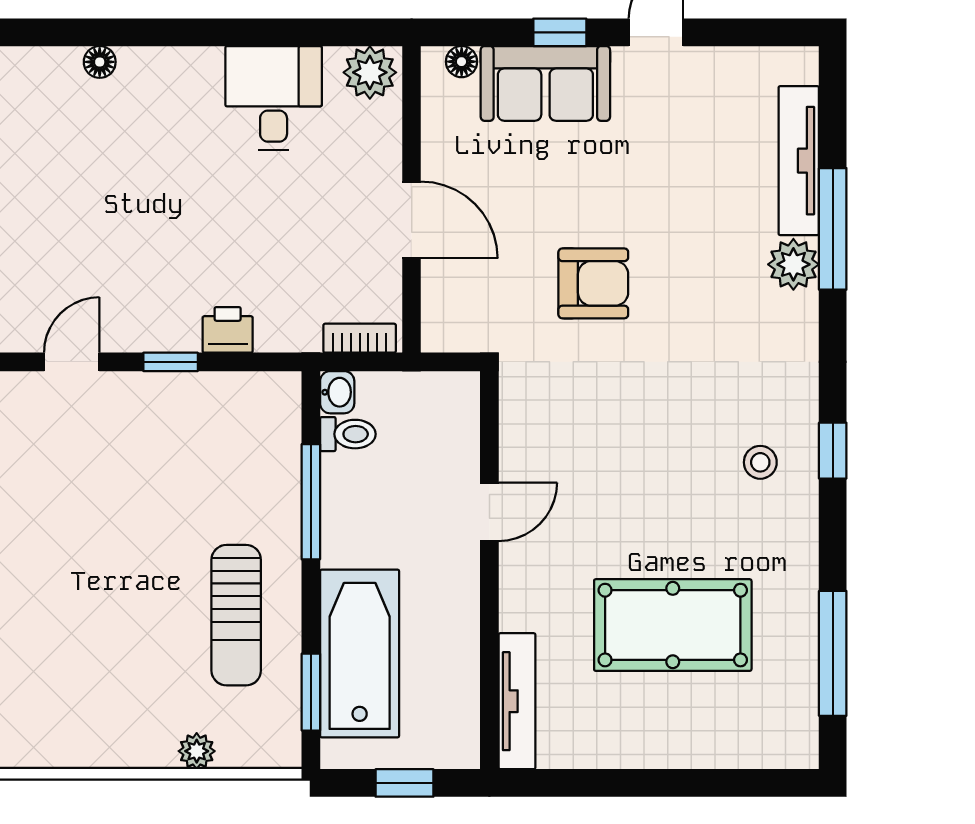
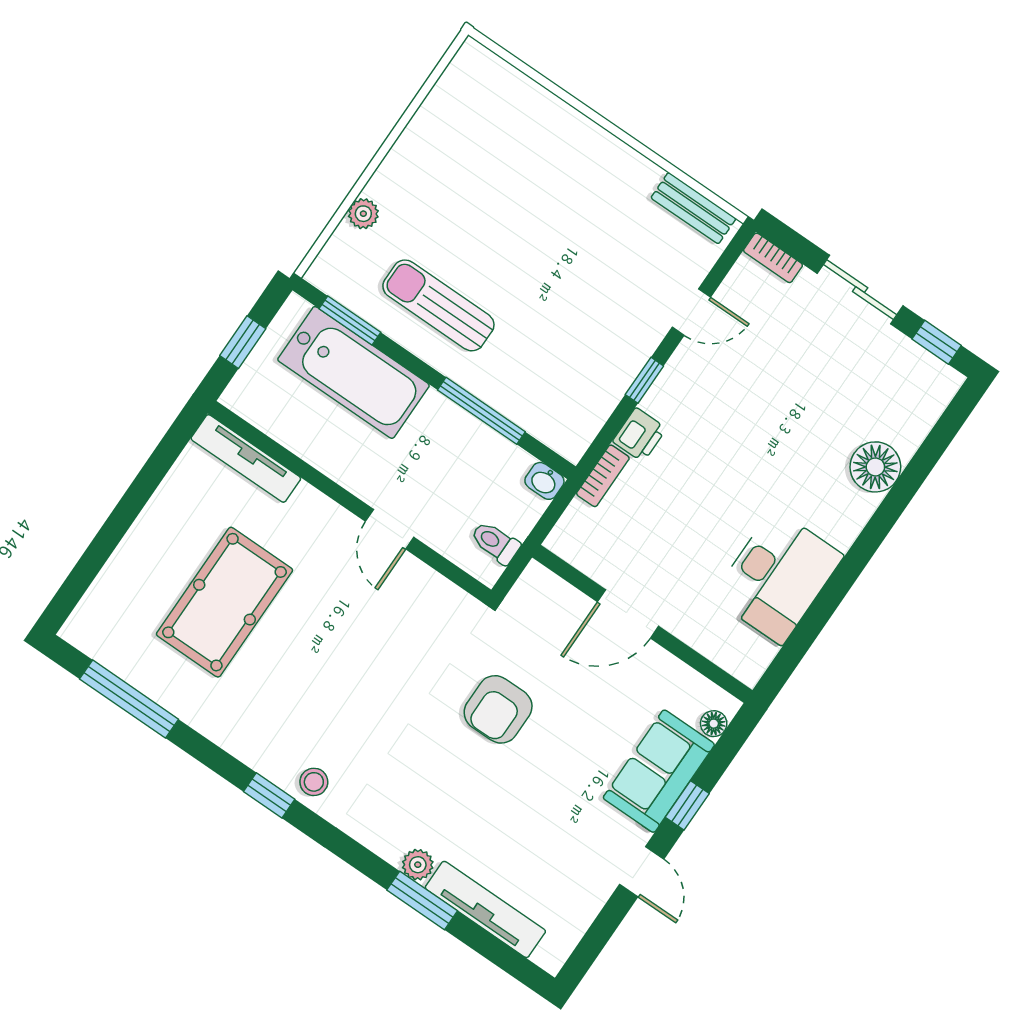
floor lamp: (100, 62) -> (875, 467), width x1.89, depth x1.89
plant: (370, 72) -> (750, 655), removed
desk: (274, 98) -> (778, 577), width x1.37
window: (833, 229) -> (422, 900), width x0.69
plant: (793, 264) -> (418, 865), width x0.73, depth x0.73
bookcase: (360, 338) -> (603, 476), moved
door: (72, 362) -> (691, 312), hinge flipped
toilet: (348, 434) -> (495, 543), moved, turned 90
stool: (760, 462) -> (314, 782), moved

